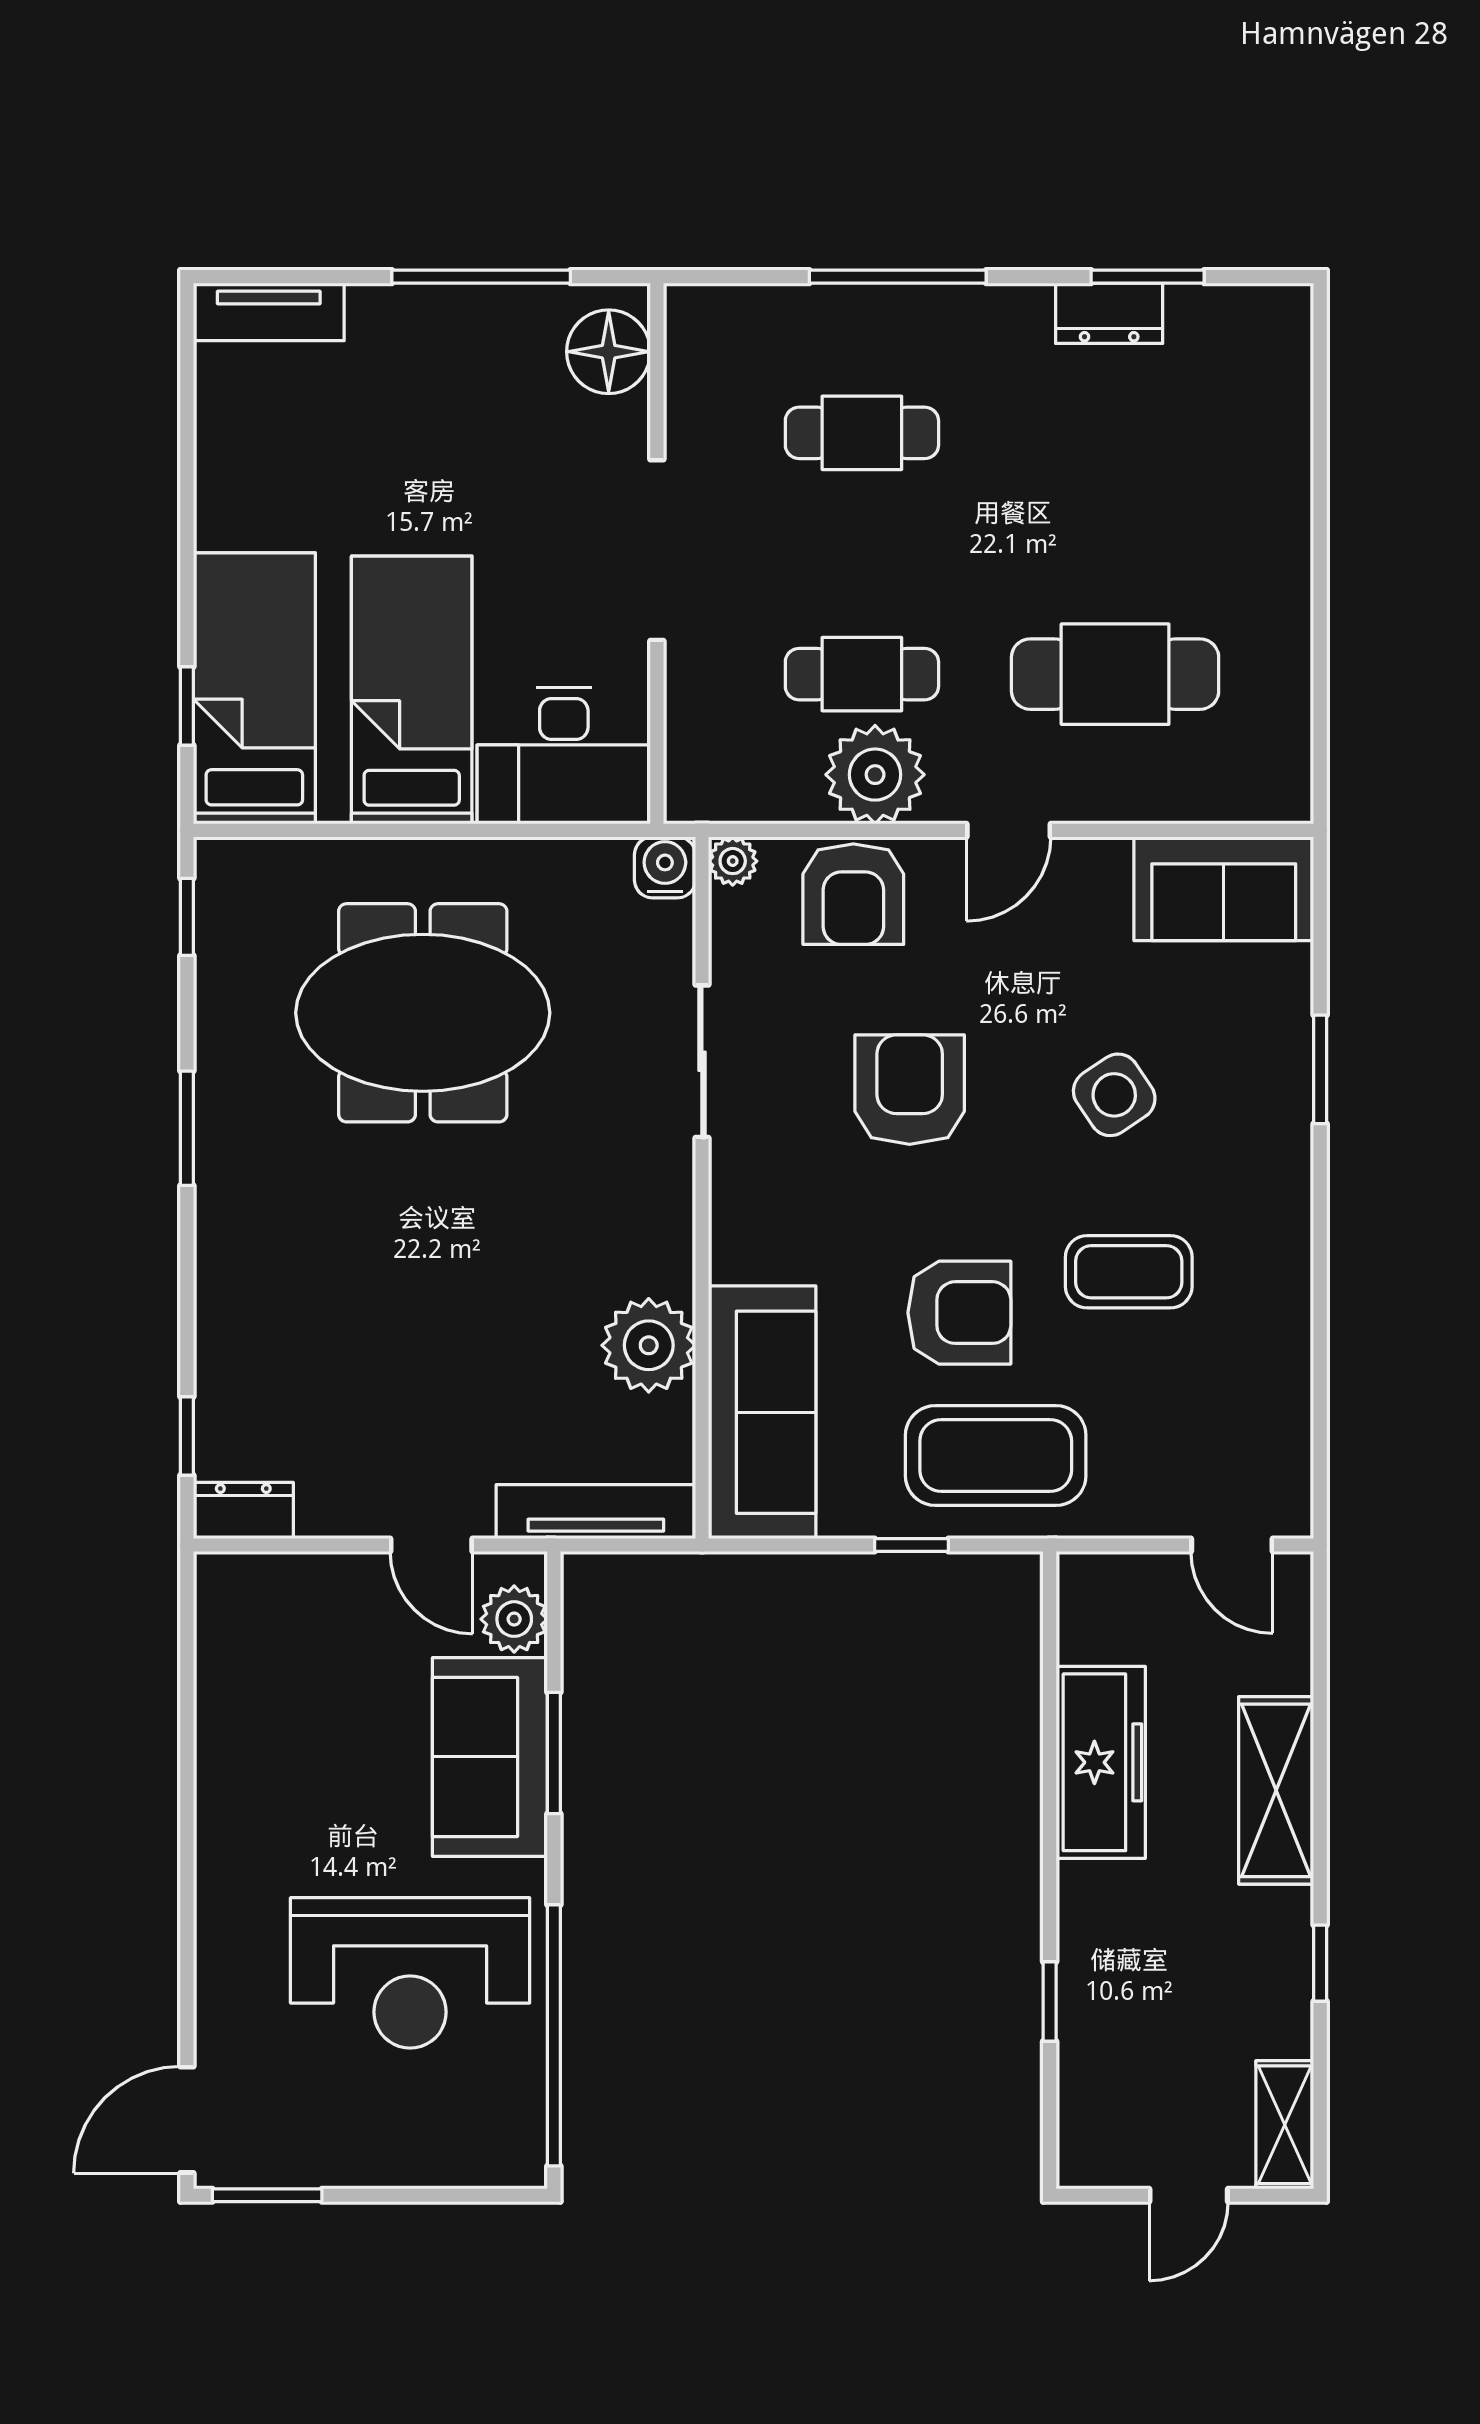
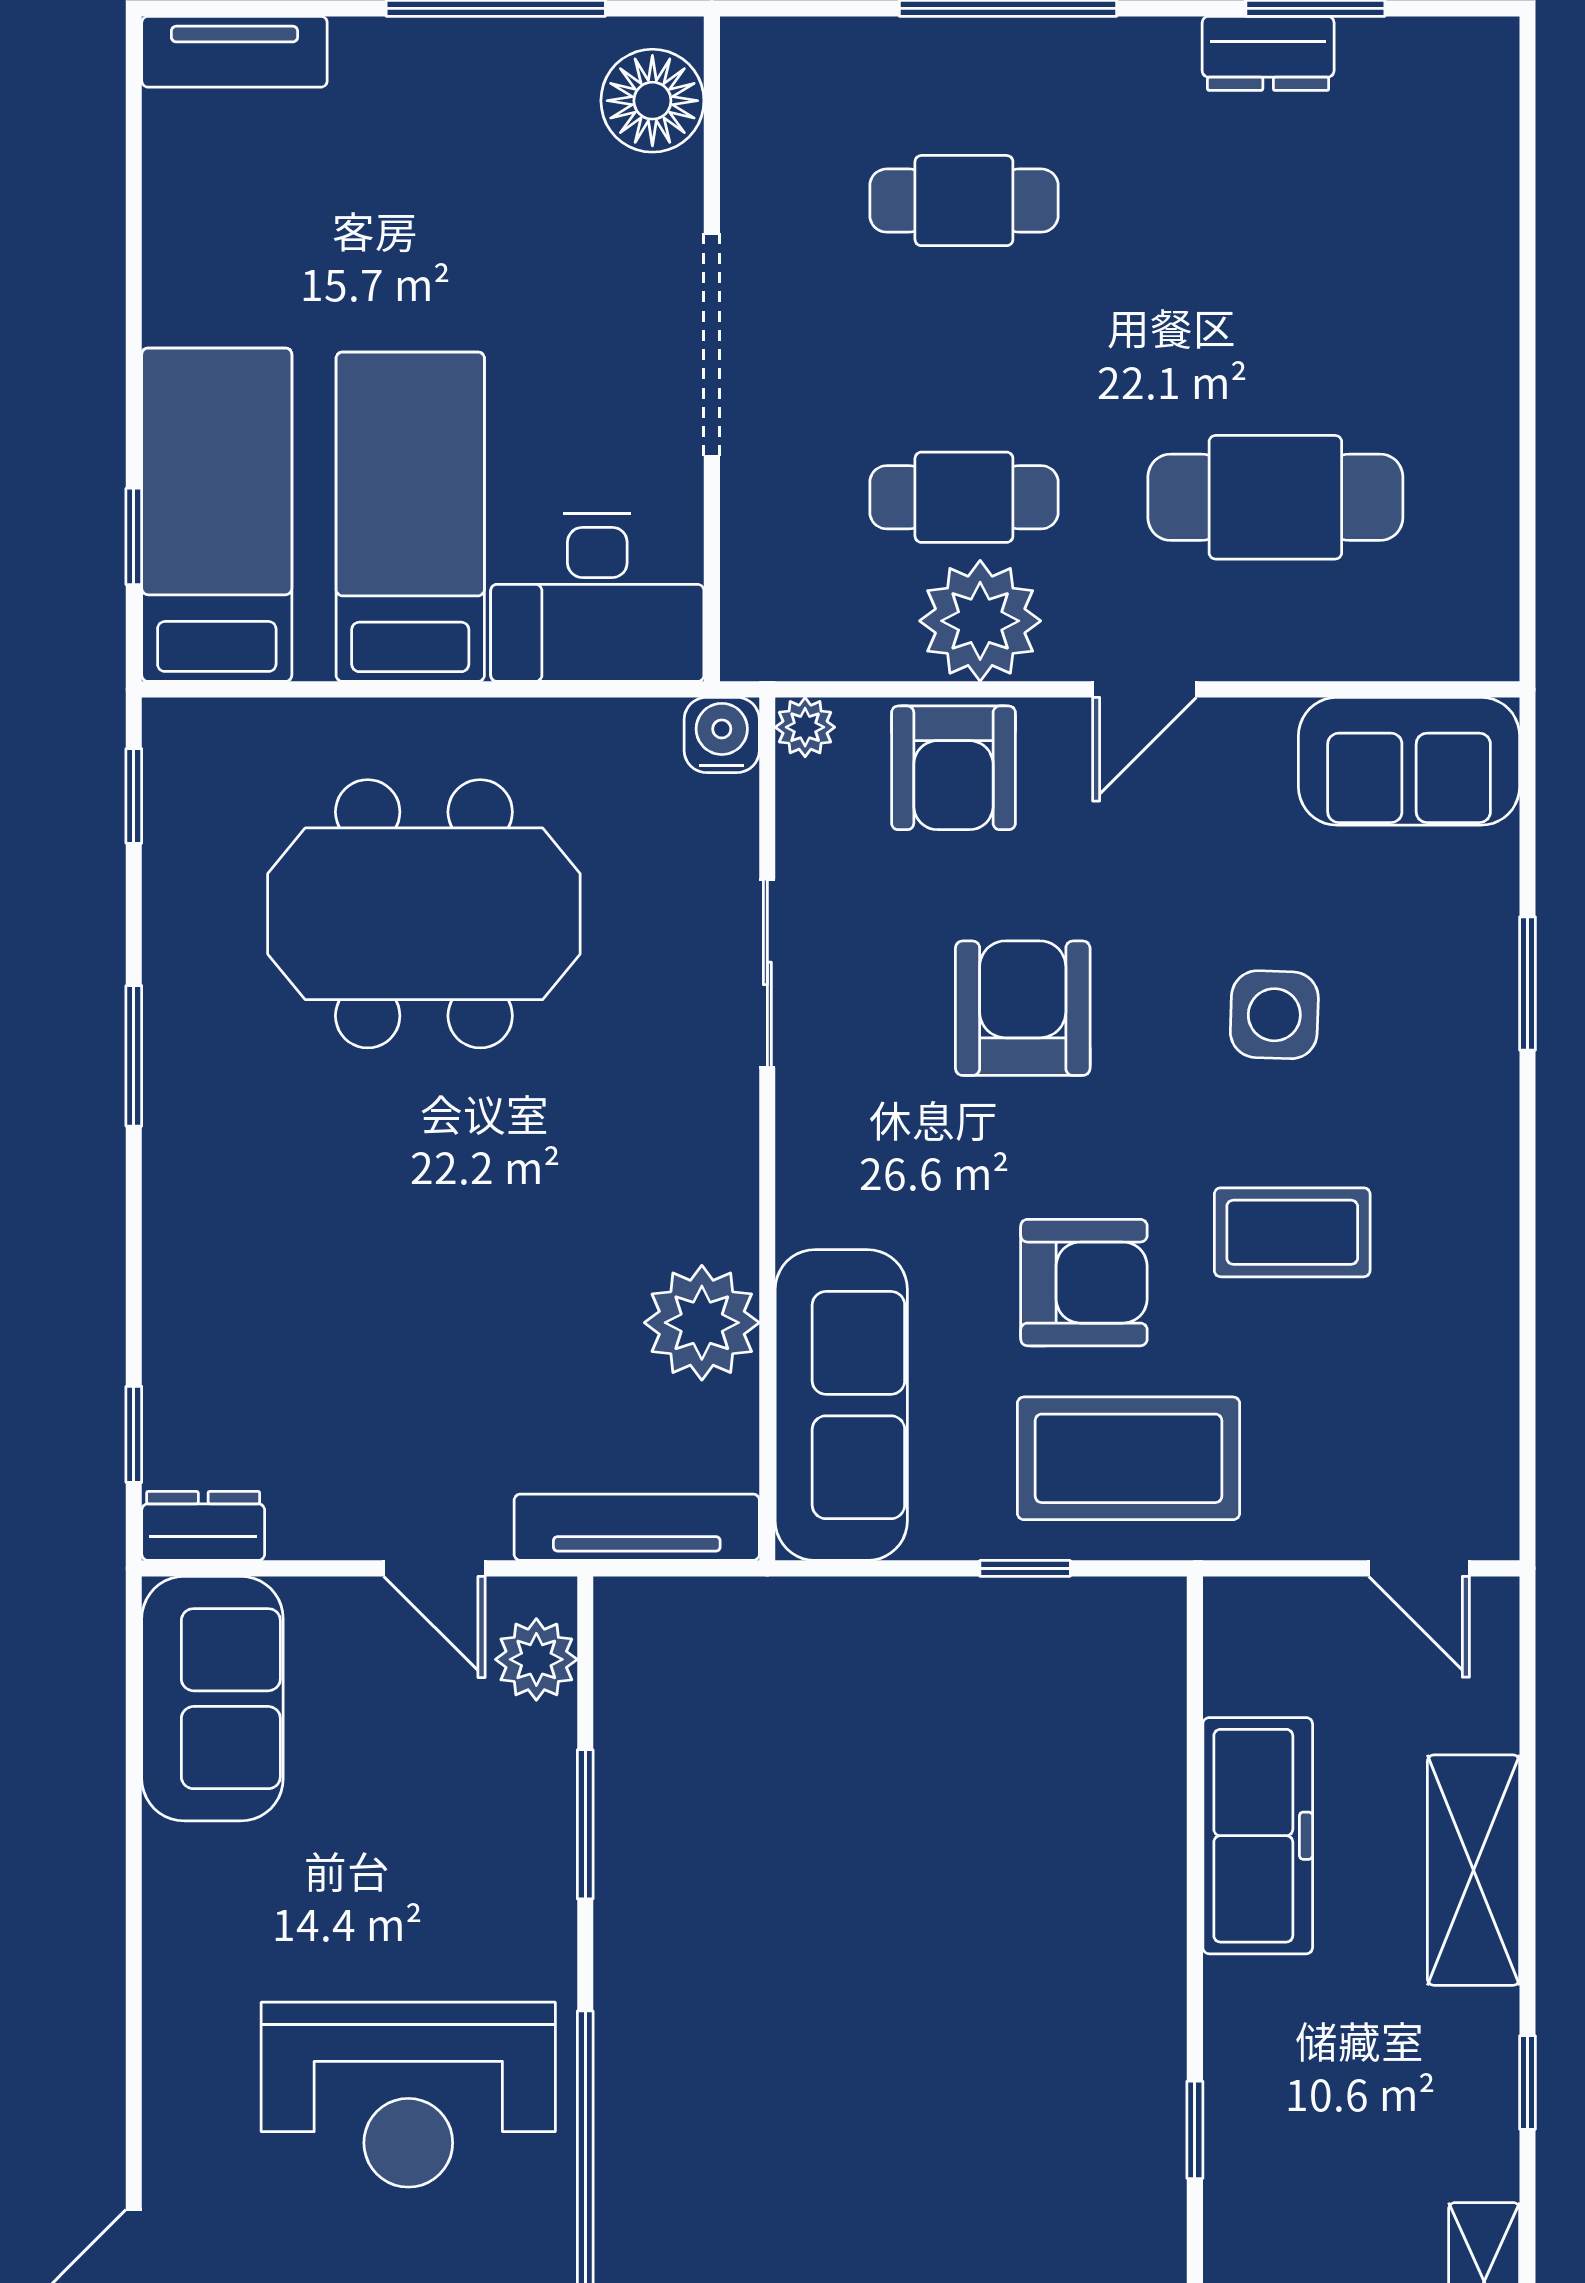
side table: (1114, 1095) -> (1274, 1015), turned 36
sofa: (490, 1757) -> (212, 1699), moved, turned 180

